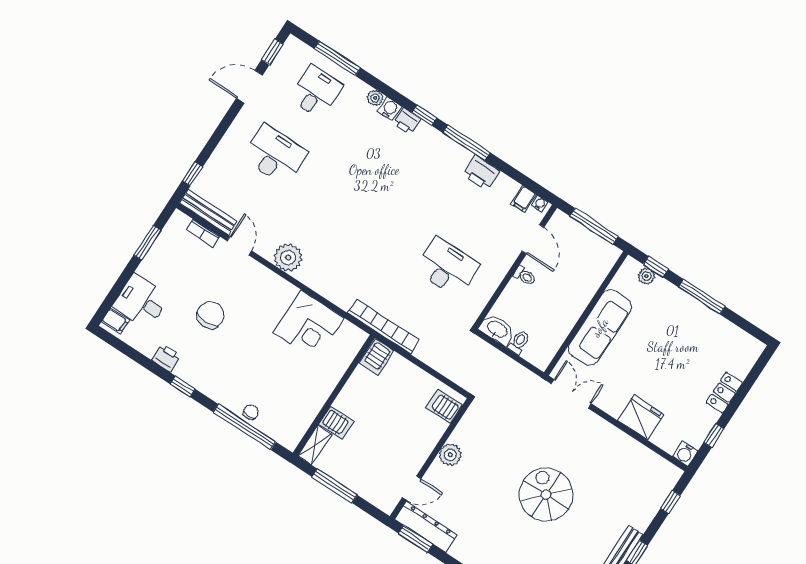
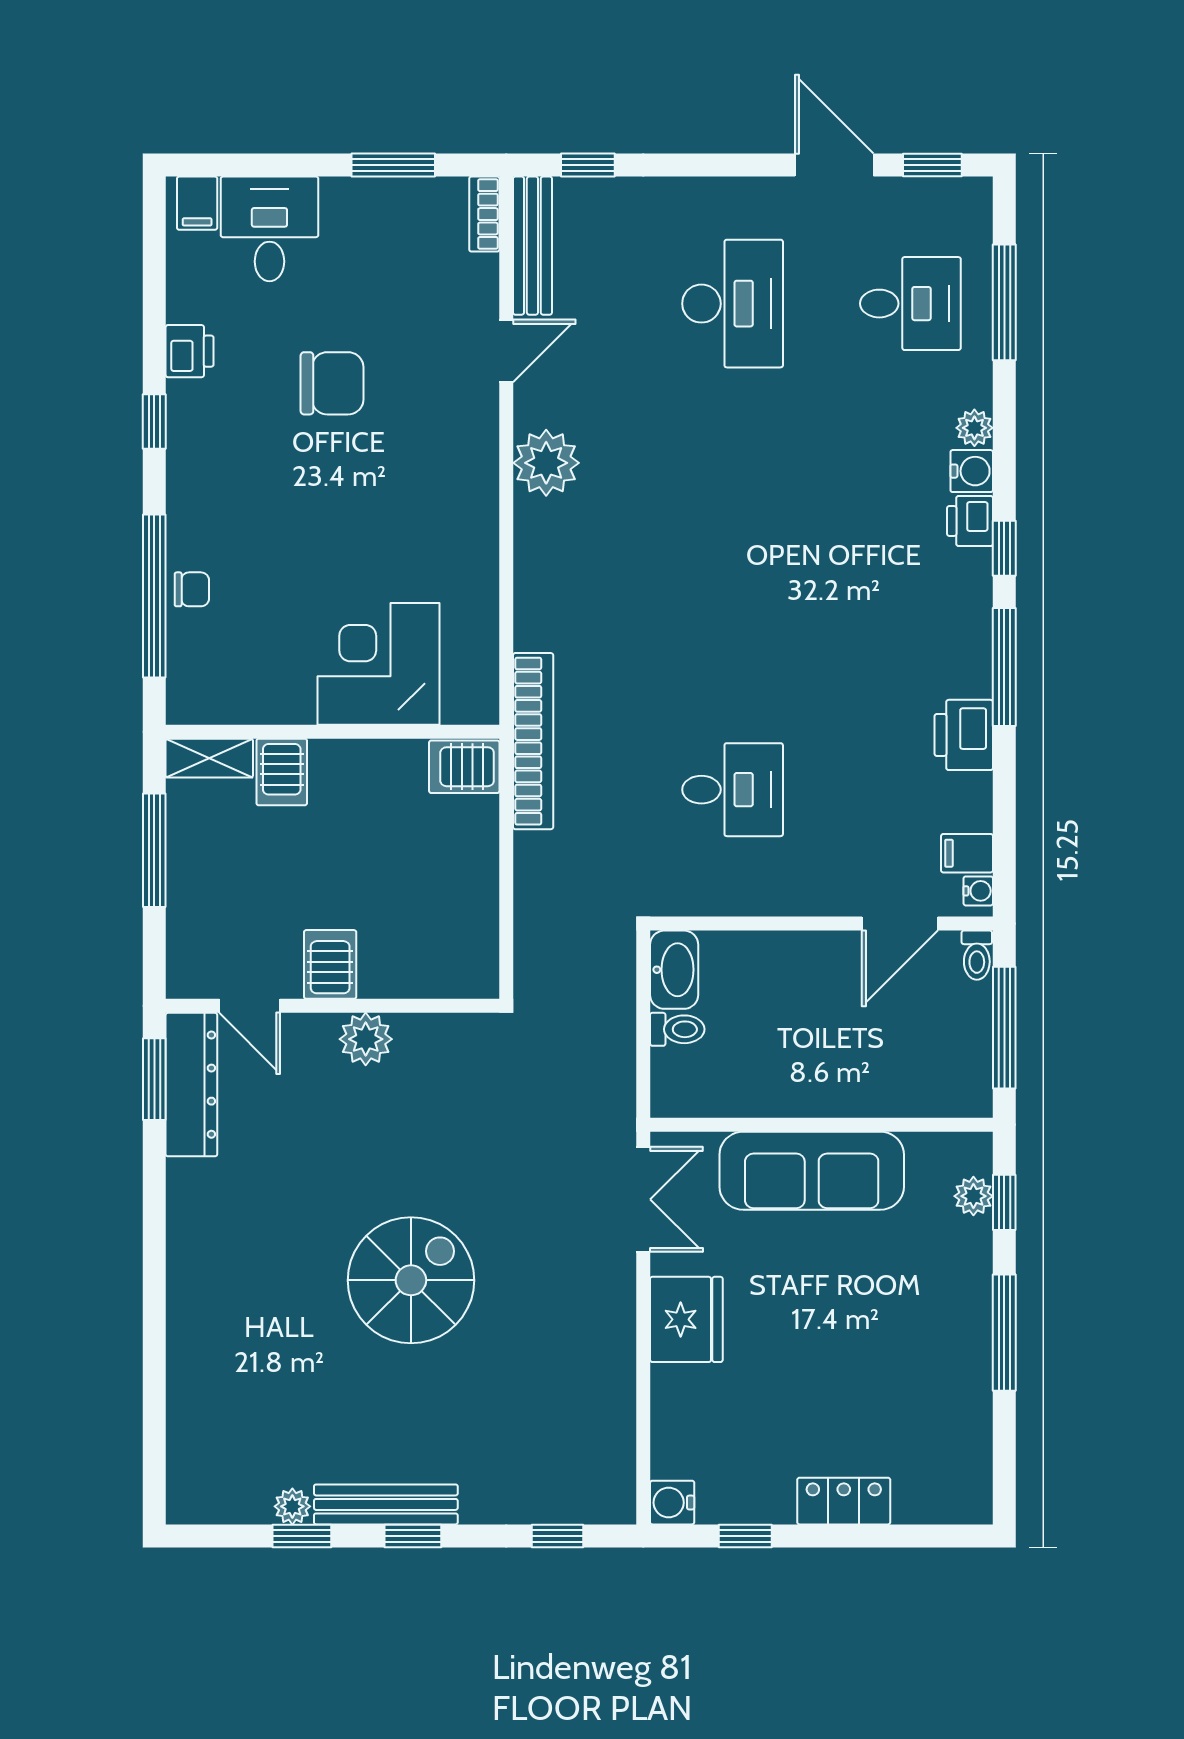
bookcase: (203, 233) -> (484, 214), moved
desk: (447, 267) -> (733, 790), width x0.73
toilet: (525, 276) -> (977, 955), moved
corner desk: (309, 325) -> (378, 664), moved, turned 90
server rack: (444, 406) -> (330, 964), moved
fridge: (641, 417) -> (686, 1319), moved

